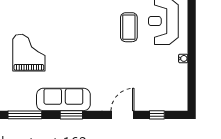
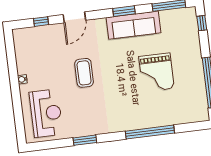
coffee table: (129, 27) -> (84, 73), moved
grand piano: (29, 53) -> (156, 72), moved

